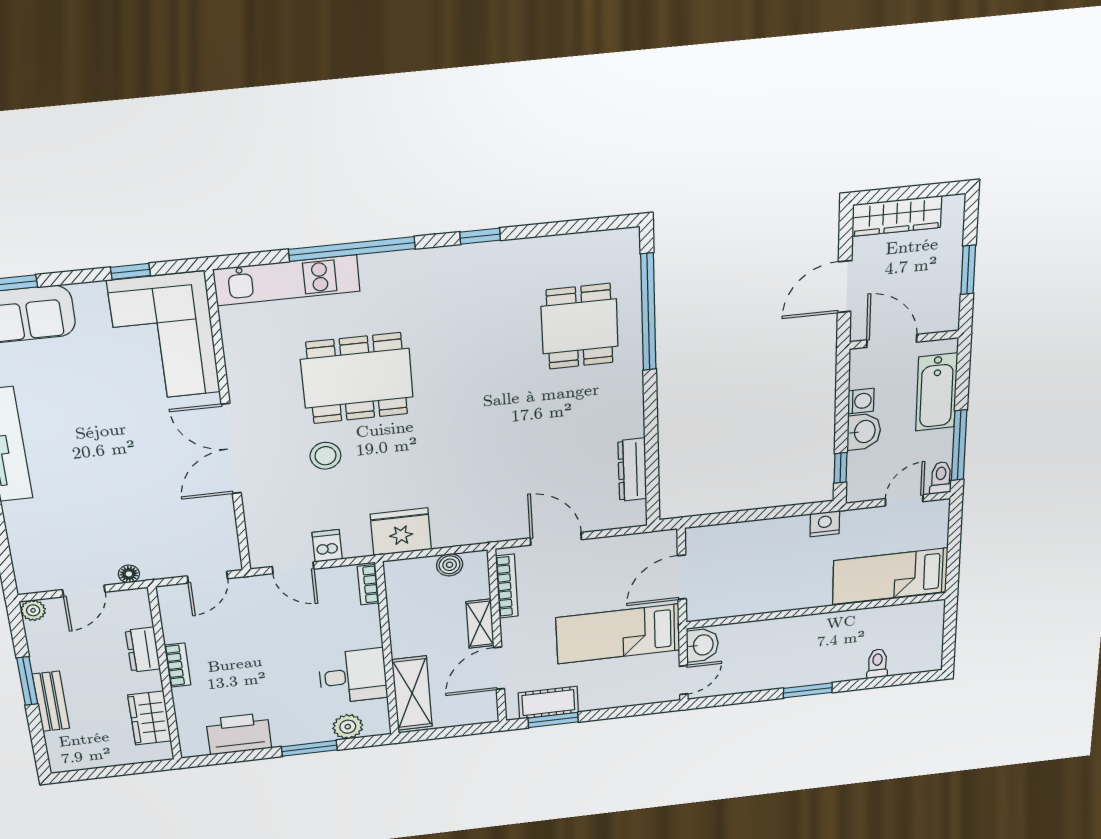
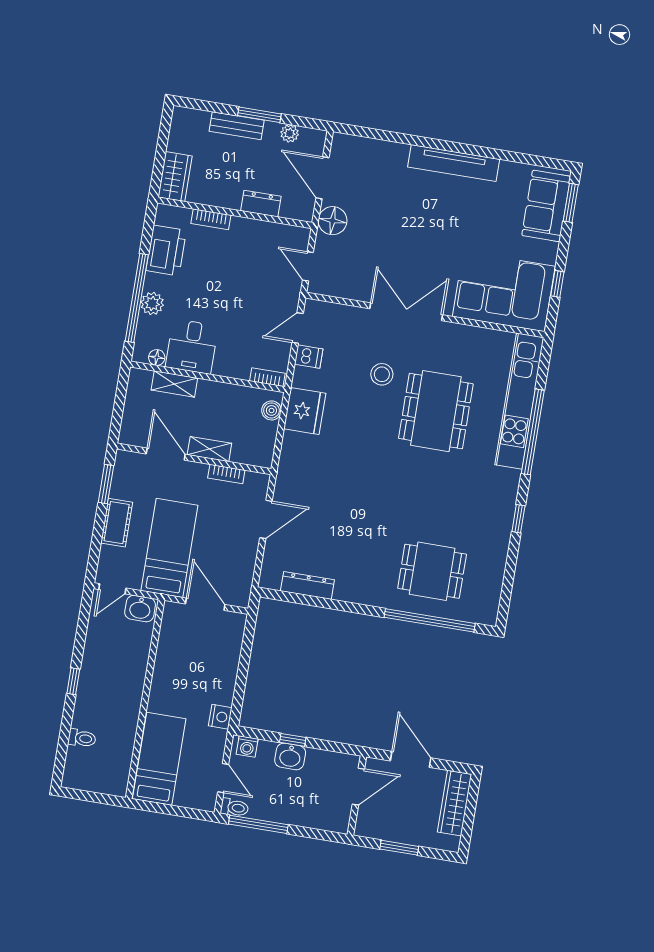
kitchen unit: (287, 280) -> (519, 401), width x1.36
bathtub: (937, 392) -> (308, 813), removed
washing machine: (861, 401) -> (247, 746), moved
window: (840, 468) -> (293, 740), moved
boiler: (450, 565) -> (271, 410), moved
floor lamp: (129, 574) -> (333, 221), width x1.89, depth x1.89
bookcase: (507, 586) -> (226, 474), width x0.64
door: (84, 591) -> (322, 178), width x1.38
plant: (33, 610) -> (290, 133), moved
bookcase: (178, 665) -> (211, 219), moved
door: (684, 680) -> (112, 589), hinge flipped
window: (808, 690) -> (73, 681), width x0.67
shelving: (412, 693) -> (174, 384), width x0.67, depth x0.75
cot: (548, 703) -> (117, 523), moved
floor lamp: (378, 709) -> (157, 357), added
wardrobe: (150, 718) -> (175, 177), moved, turned 90
plant: (348, 727) -> (152, 304), moved
window: (309, 748) -> (137, 298), width x2.11

